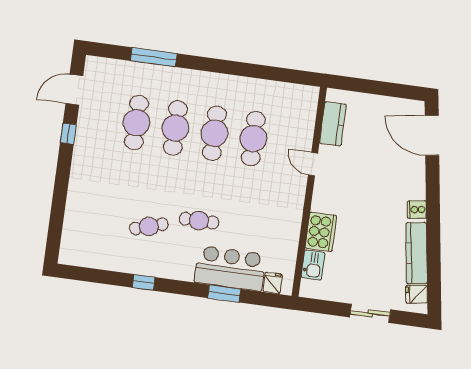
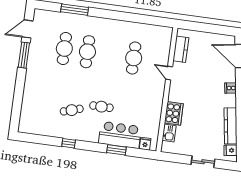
cafe table: (214, 133) -> (111, 55), removed
window: (68, 134) -> (24, 55), width x2.17
cooker: (417, 210) -> (230, 88), moved

